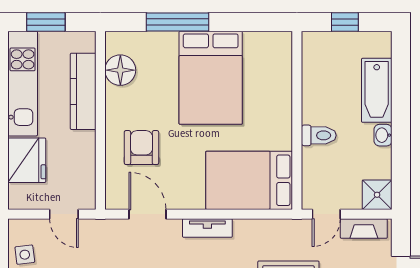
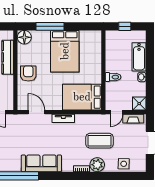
floor lamp: (120, 70) -> (24, 37), moved
armchair: (141, 148) -> (28, 73), moved

